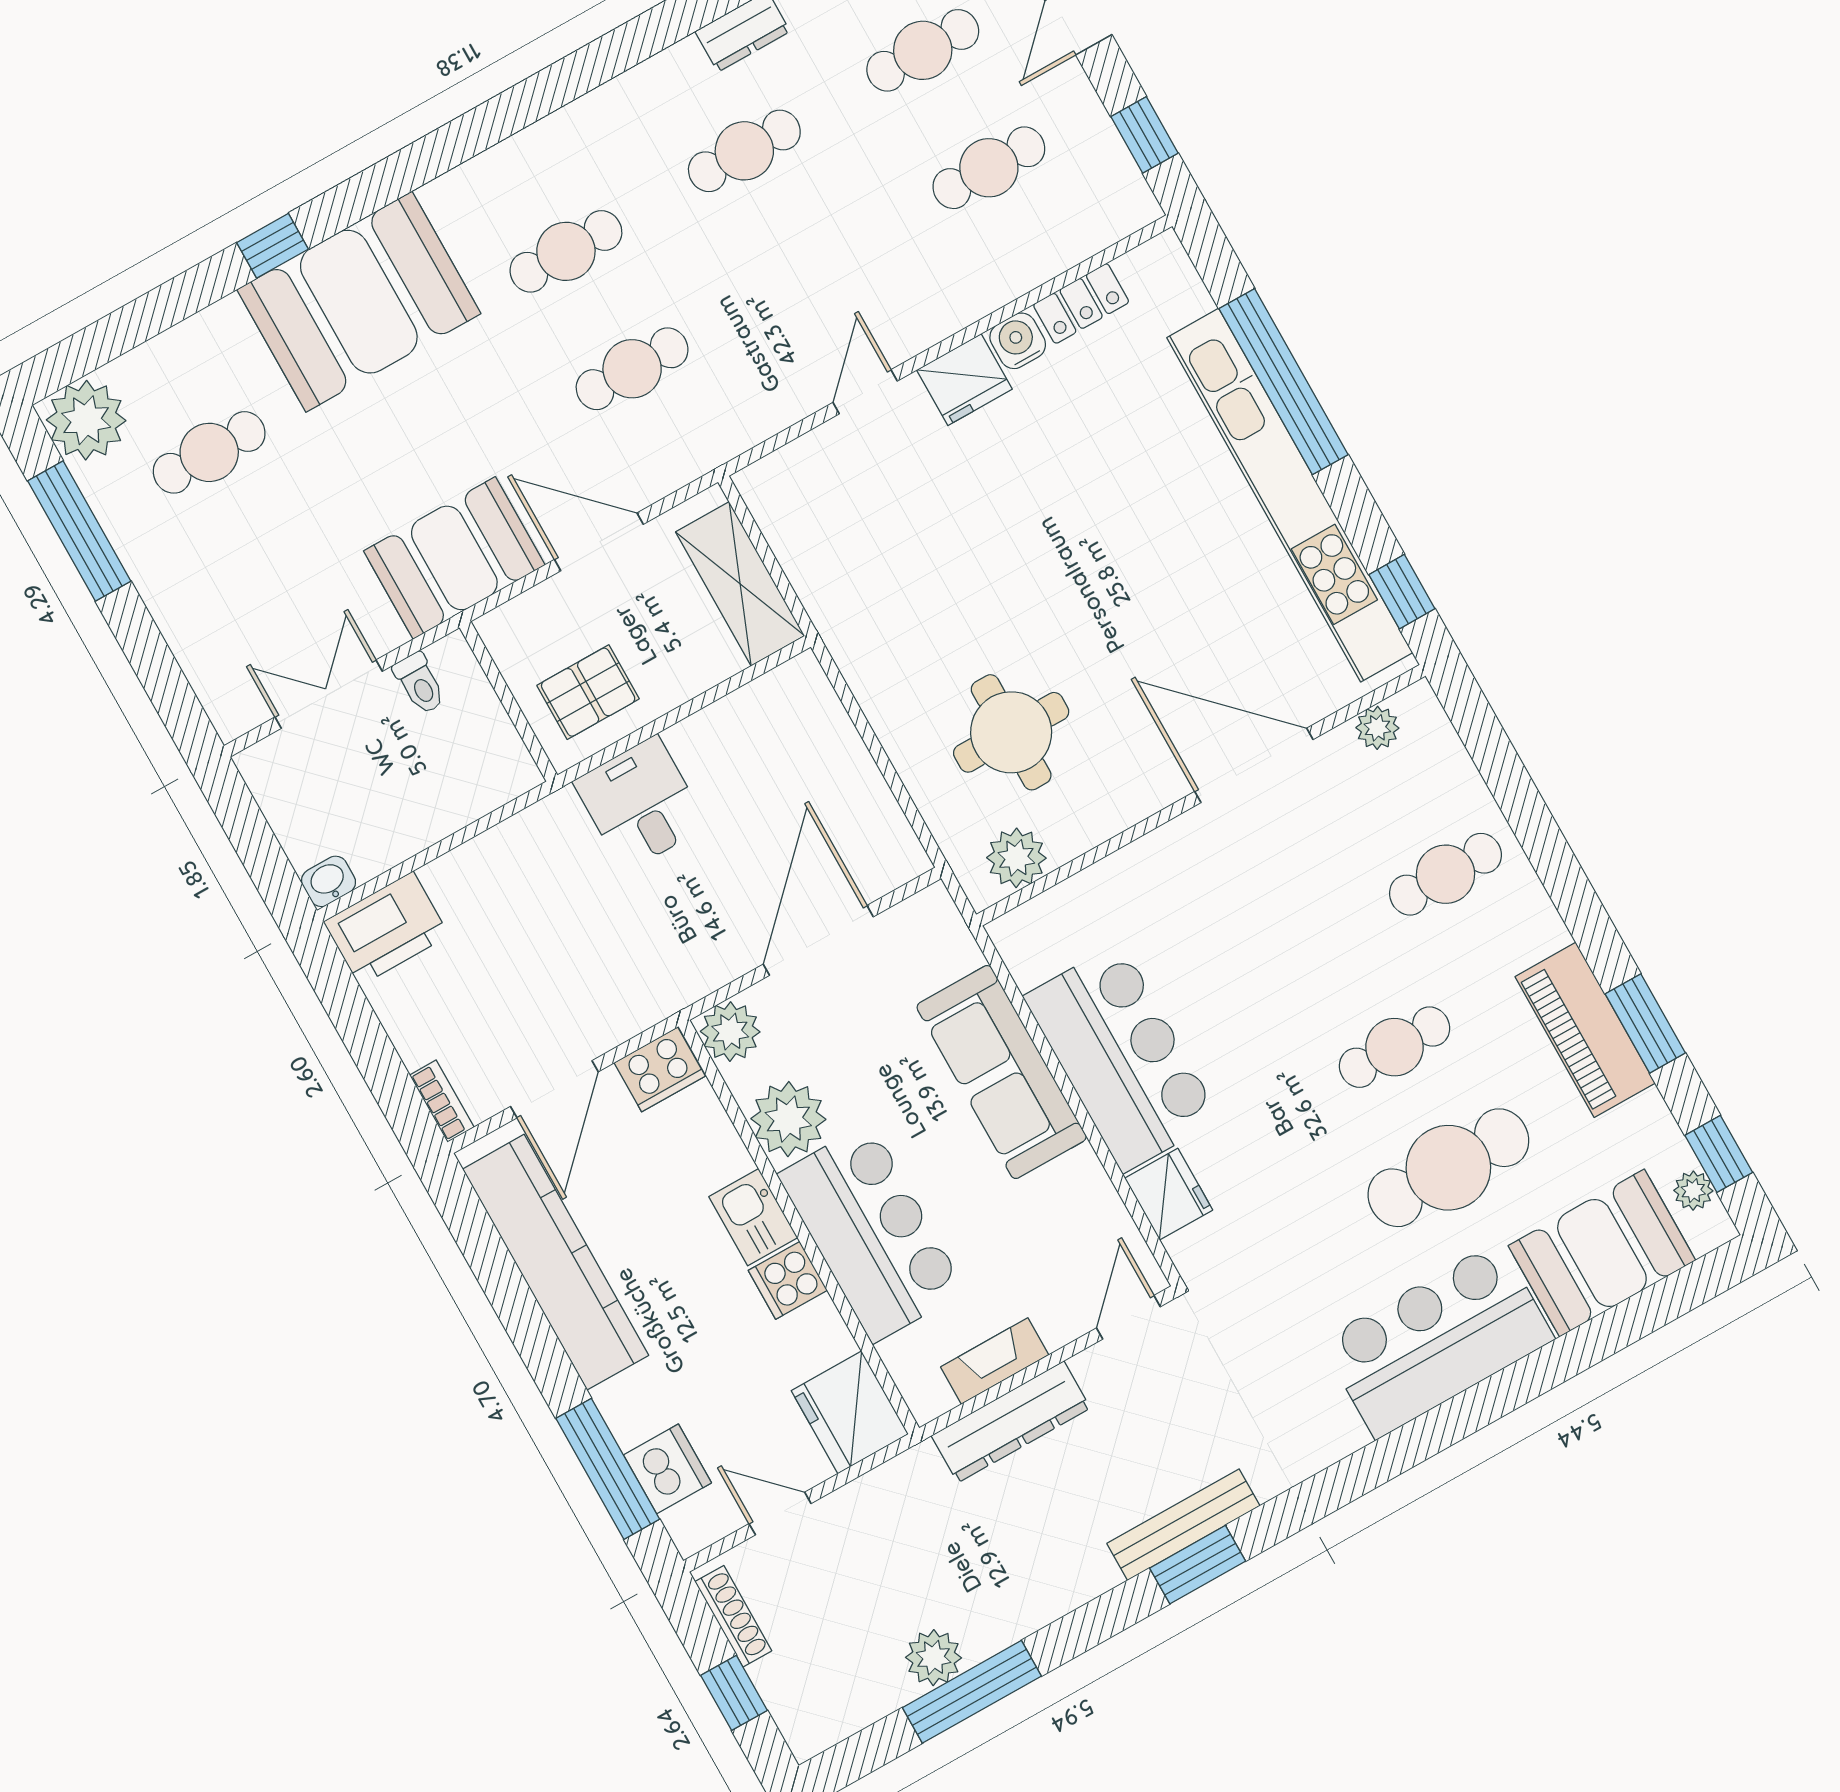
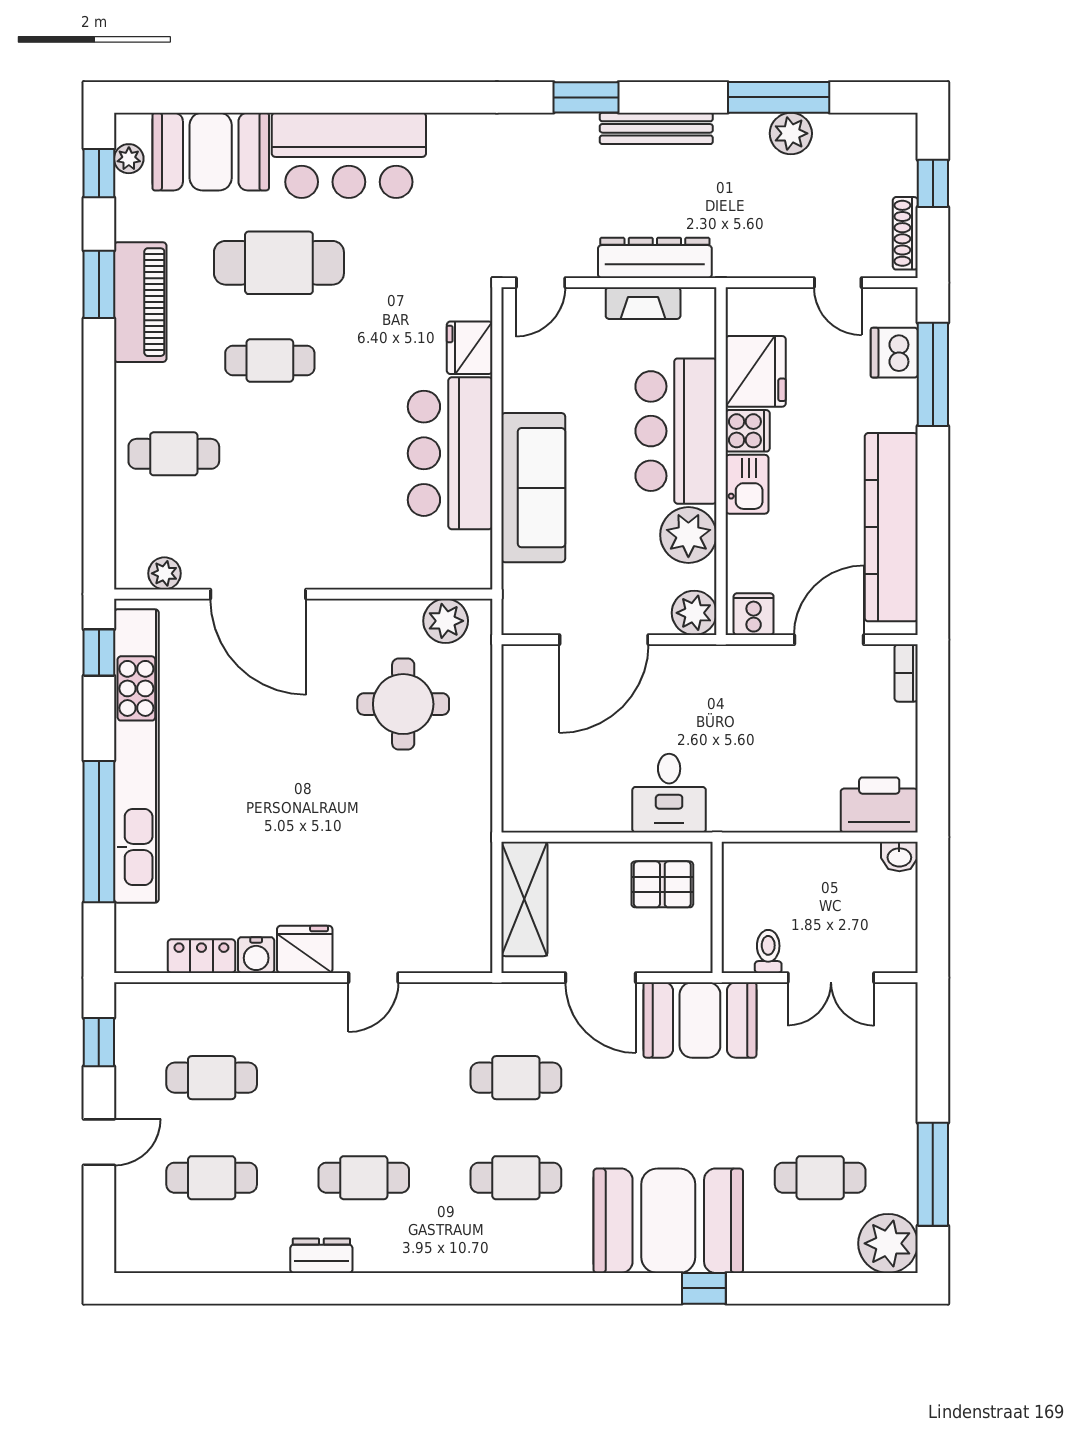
cooker: (660, 1069) -> (754, 614), width x0.73
fridge: (850, 1412) -> (756, 371), moved
bench: (1183, 1525) -> (656, 128), moved

